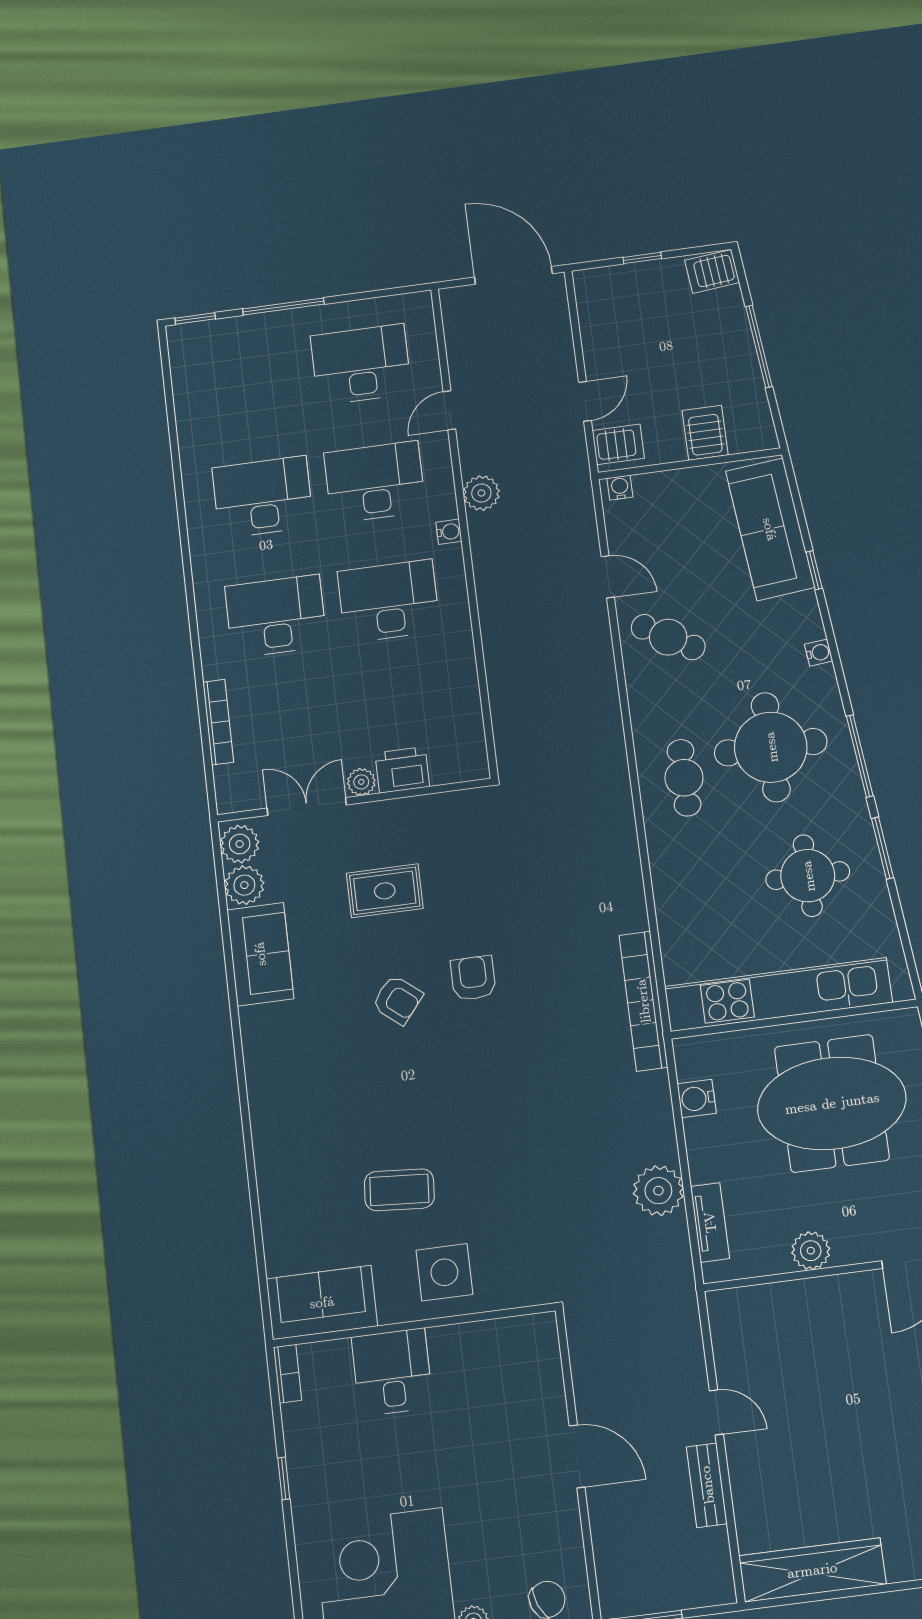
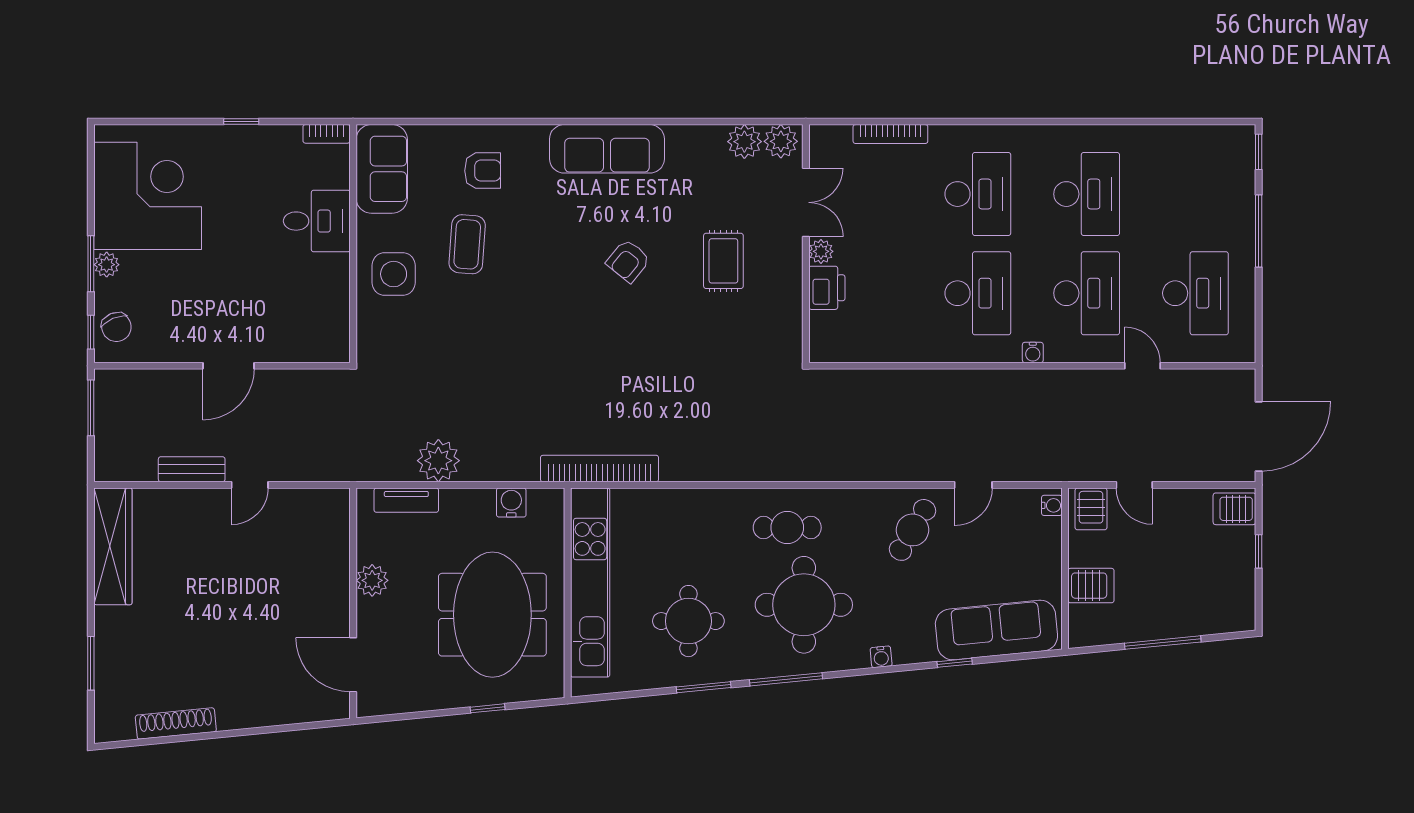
server rack: (712, 271) -> (1234, 509), moved, turned -84
plant: (481, 493) -> (1064, 385), removed
sofa: (260, 954) -> (607, 149), moved, width x1.36
armchair: (473, 978) -> (483, 171), moved

